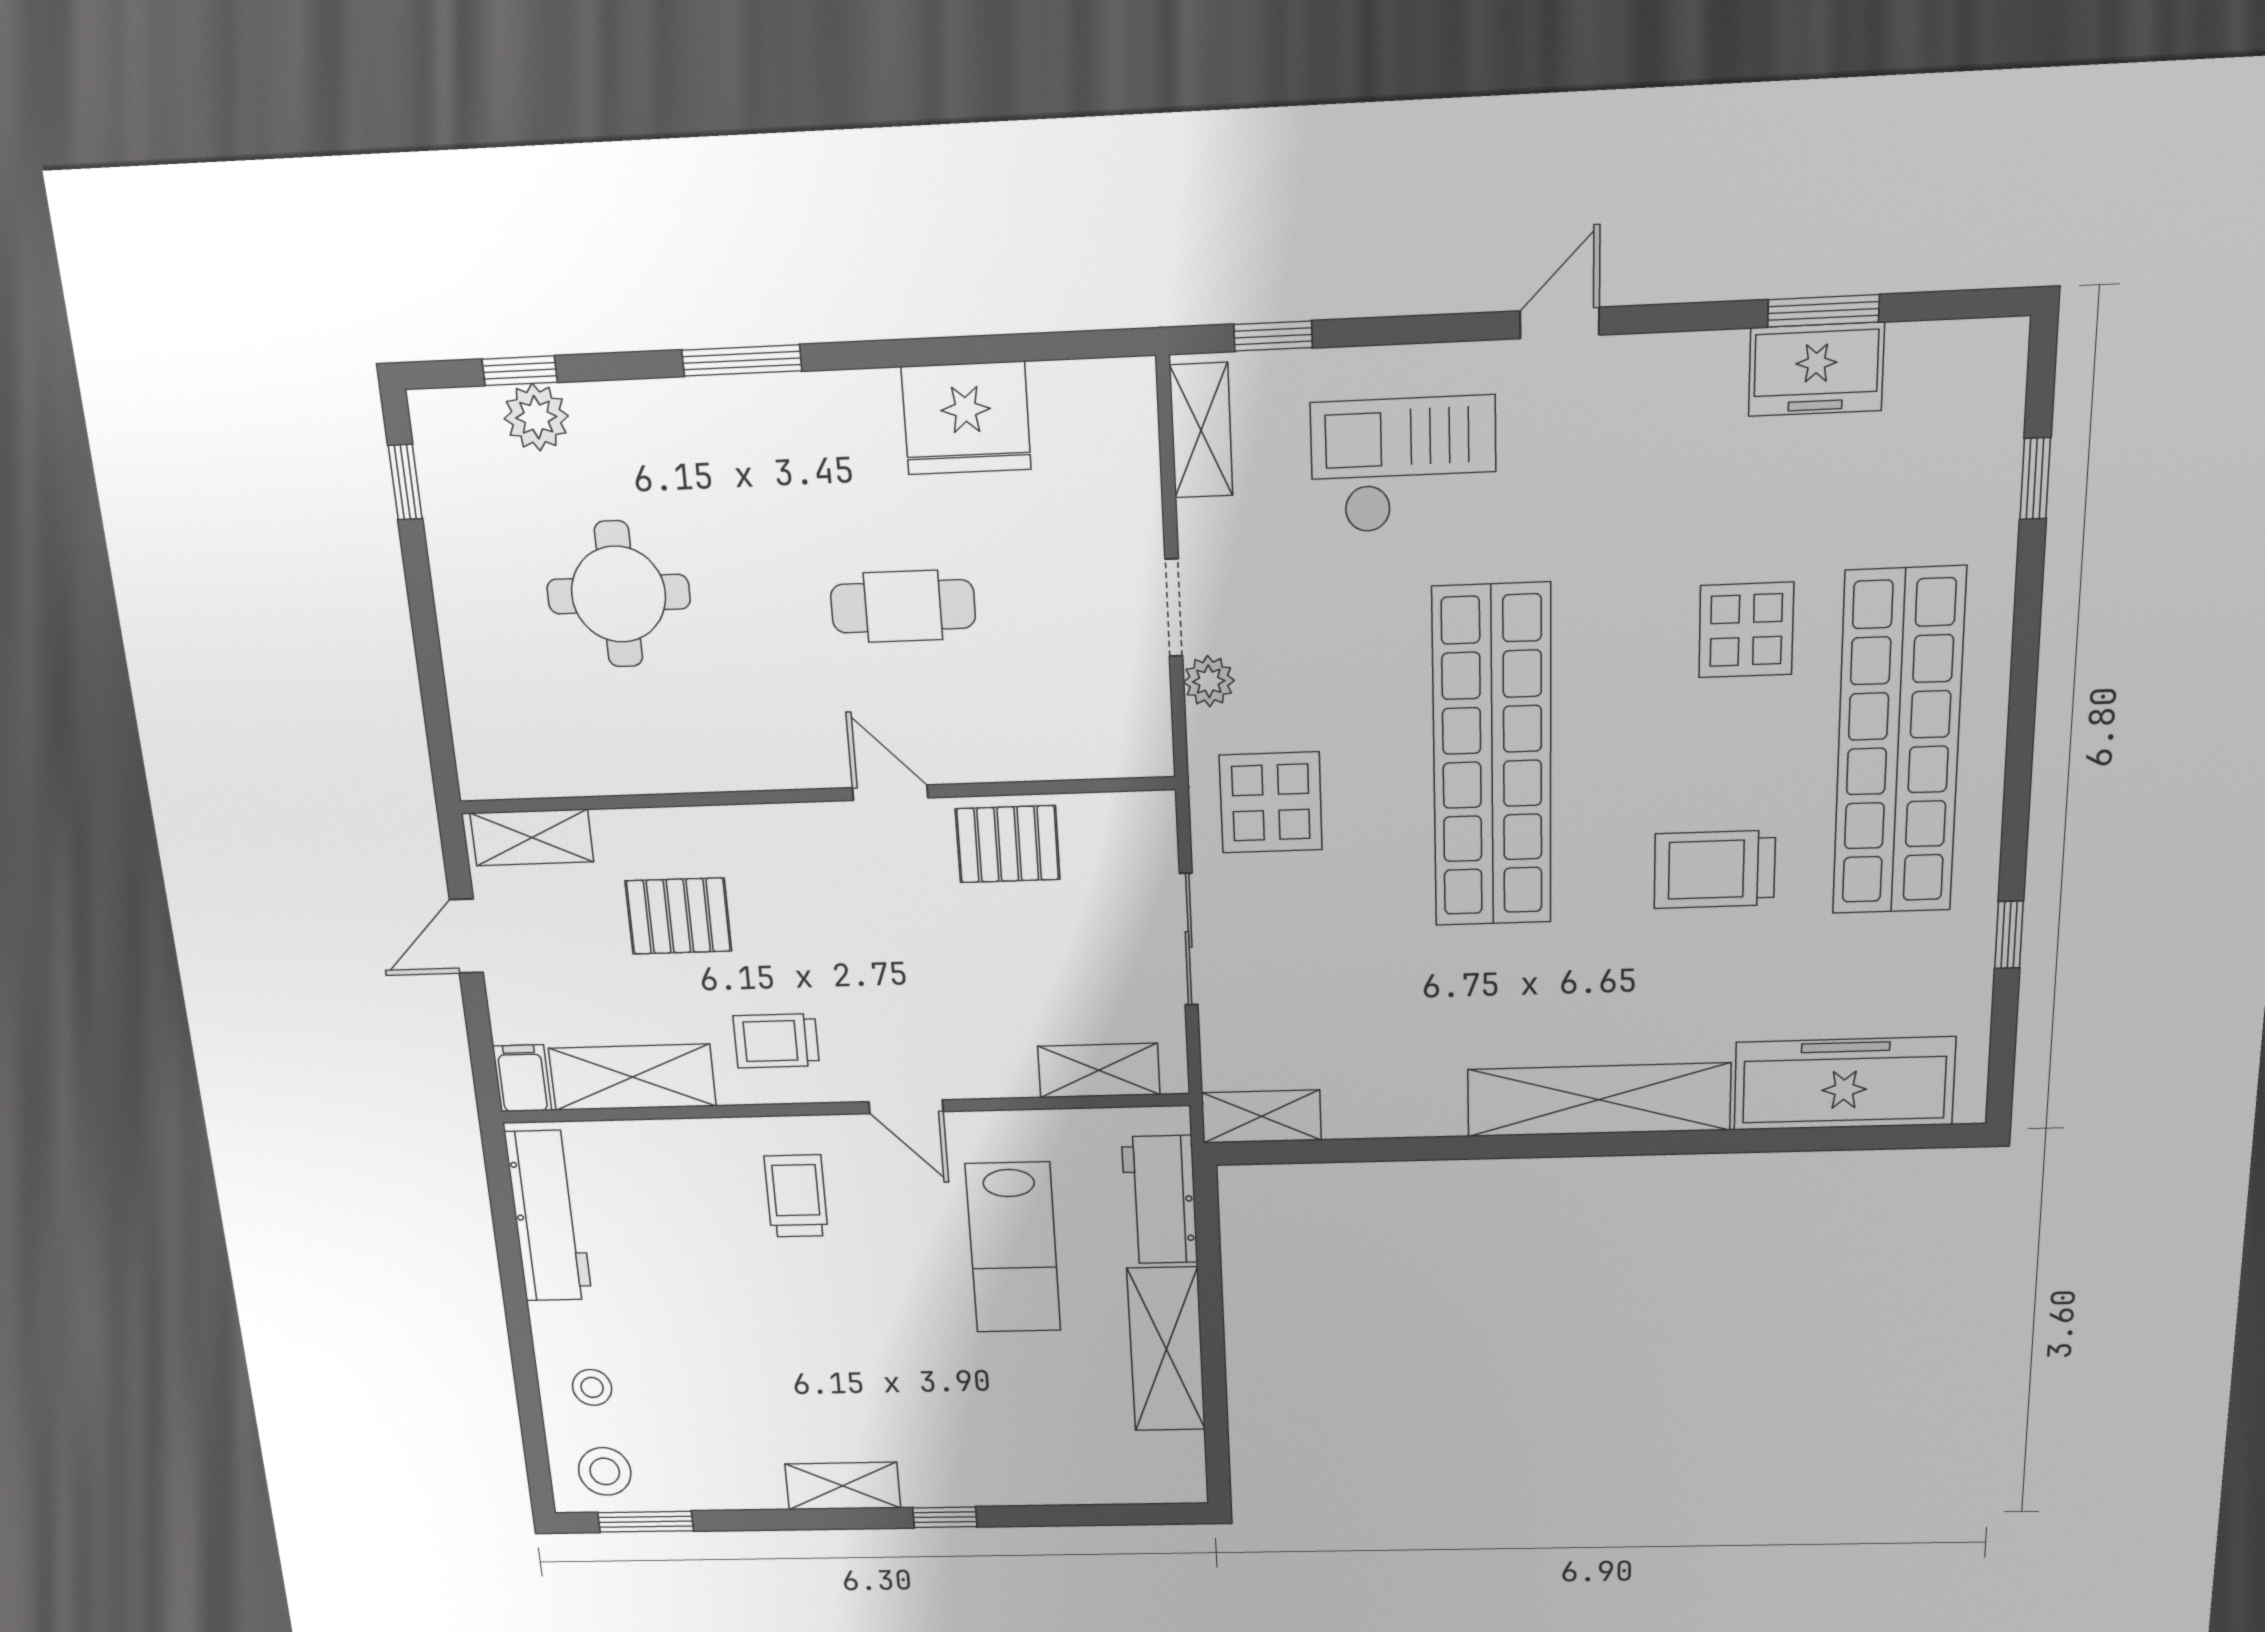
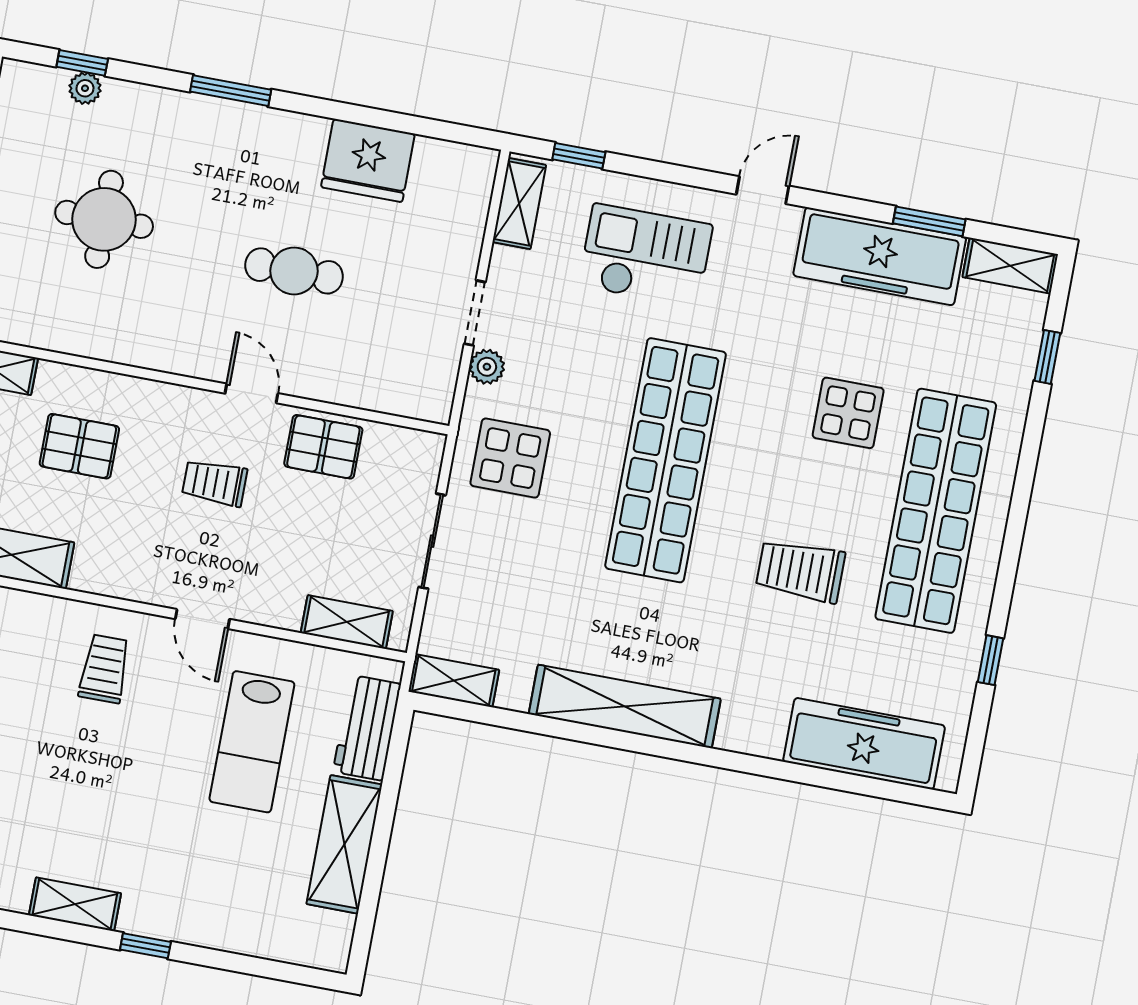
shelving: (1959, 351) -> (1010, 266), added
freezer: (1816, 369) -> (880, 256), width x1.91, depth x1.26
plant: (536, 417) -> (85, 88), width x0.73, depth x0.73
trolley: (776, 1041) -> (215, 483), moved
shelving: (1599, 1100) -> (625, 706), moved

